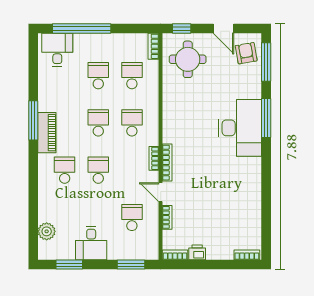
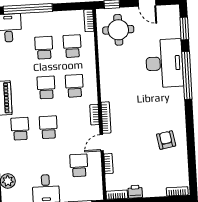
armchair: (246, 53) -> (166, 140), moved
window: (266, 62) -> (184, 28), width x0.69
window: (266, 118) -> (187, 75), width x1.46
desk: (240, 128) -> (164, 63), moved
door: (161, 192) -> (102, 143), hinge flipped

